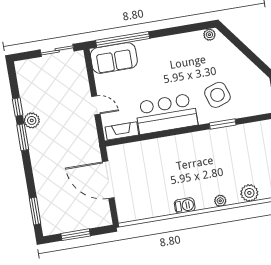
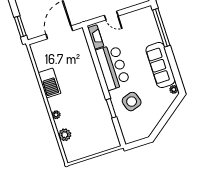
sofa: (114, 58) -> (160, 65), moved, width x1.36
door: (96, 105) -> (111, 16), hinge flipped
barbecue: (185, 206) -> (49, 83), width x1.88, depth x1.53
window: (76, 235) -> (20, 26), moved

